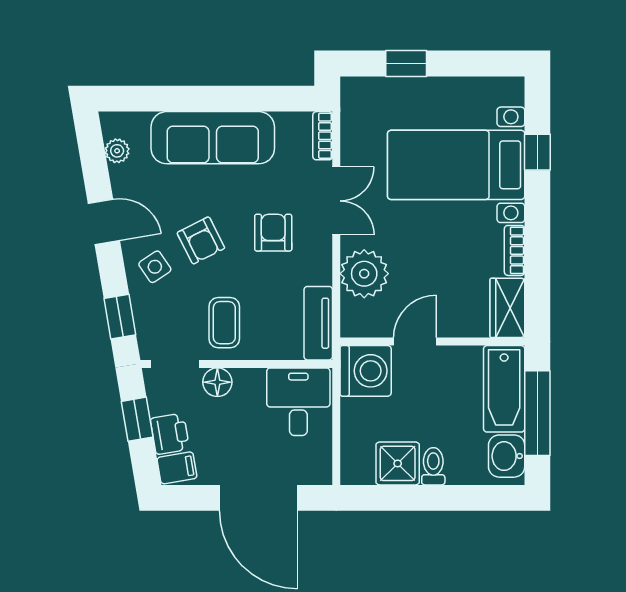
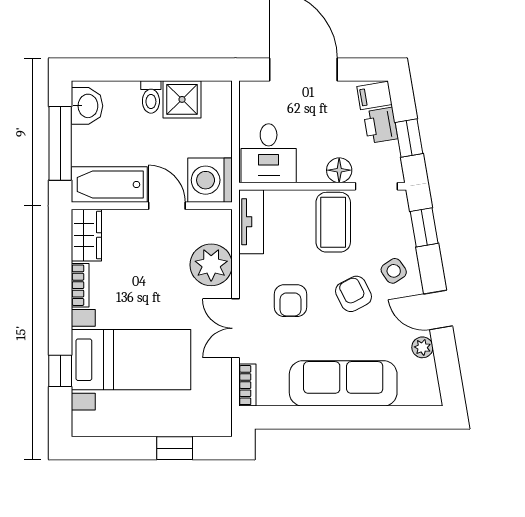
plant: (117, 151) -> (422, 347), moved
coffee table: (224, 323) -> (333, 222), width x1.36, depth x1.30
door: (415, 342) -> (167, 206), swing flipped
bathtub: (504, 389) -> (109, 185), moved, turned -90

